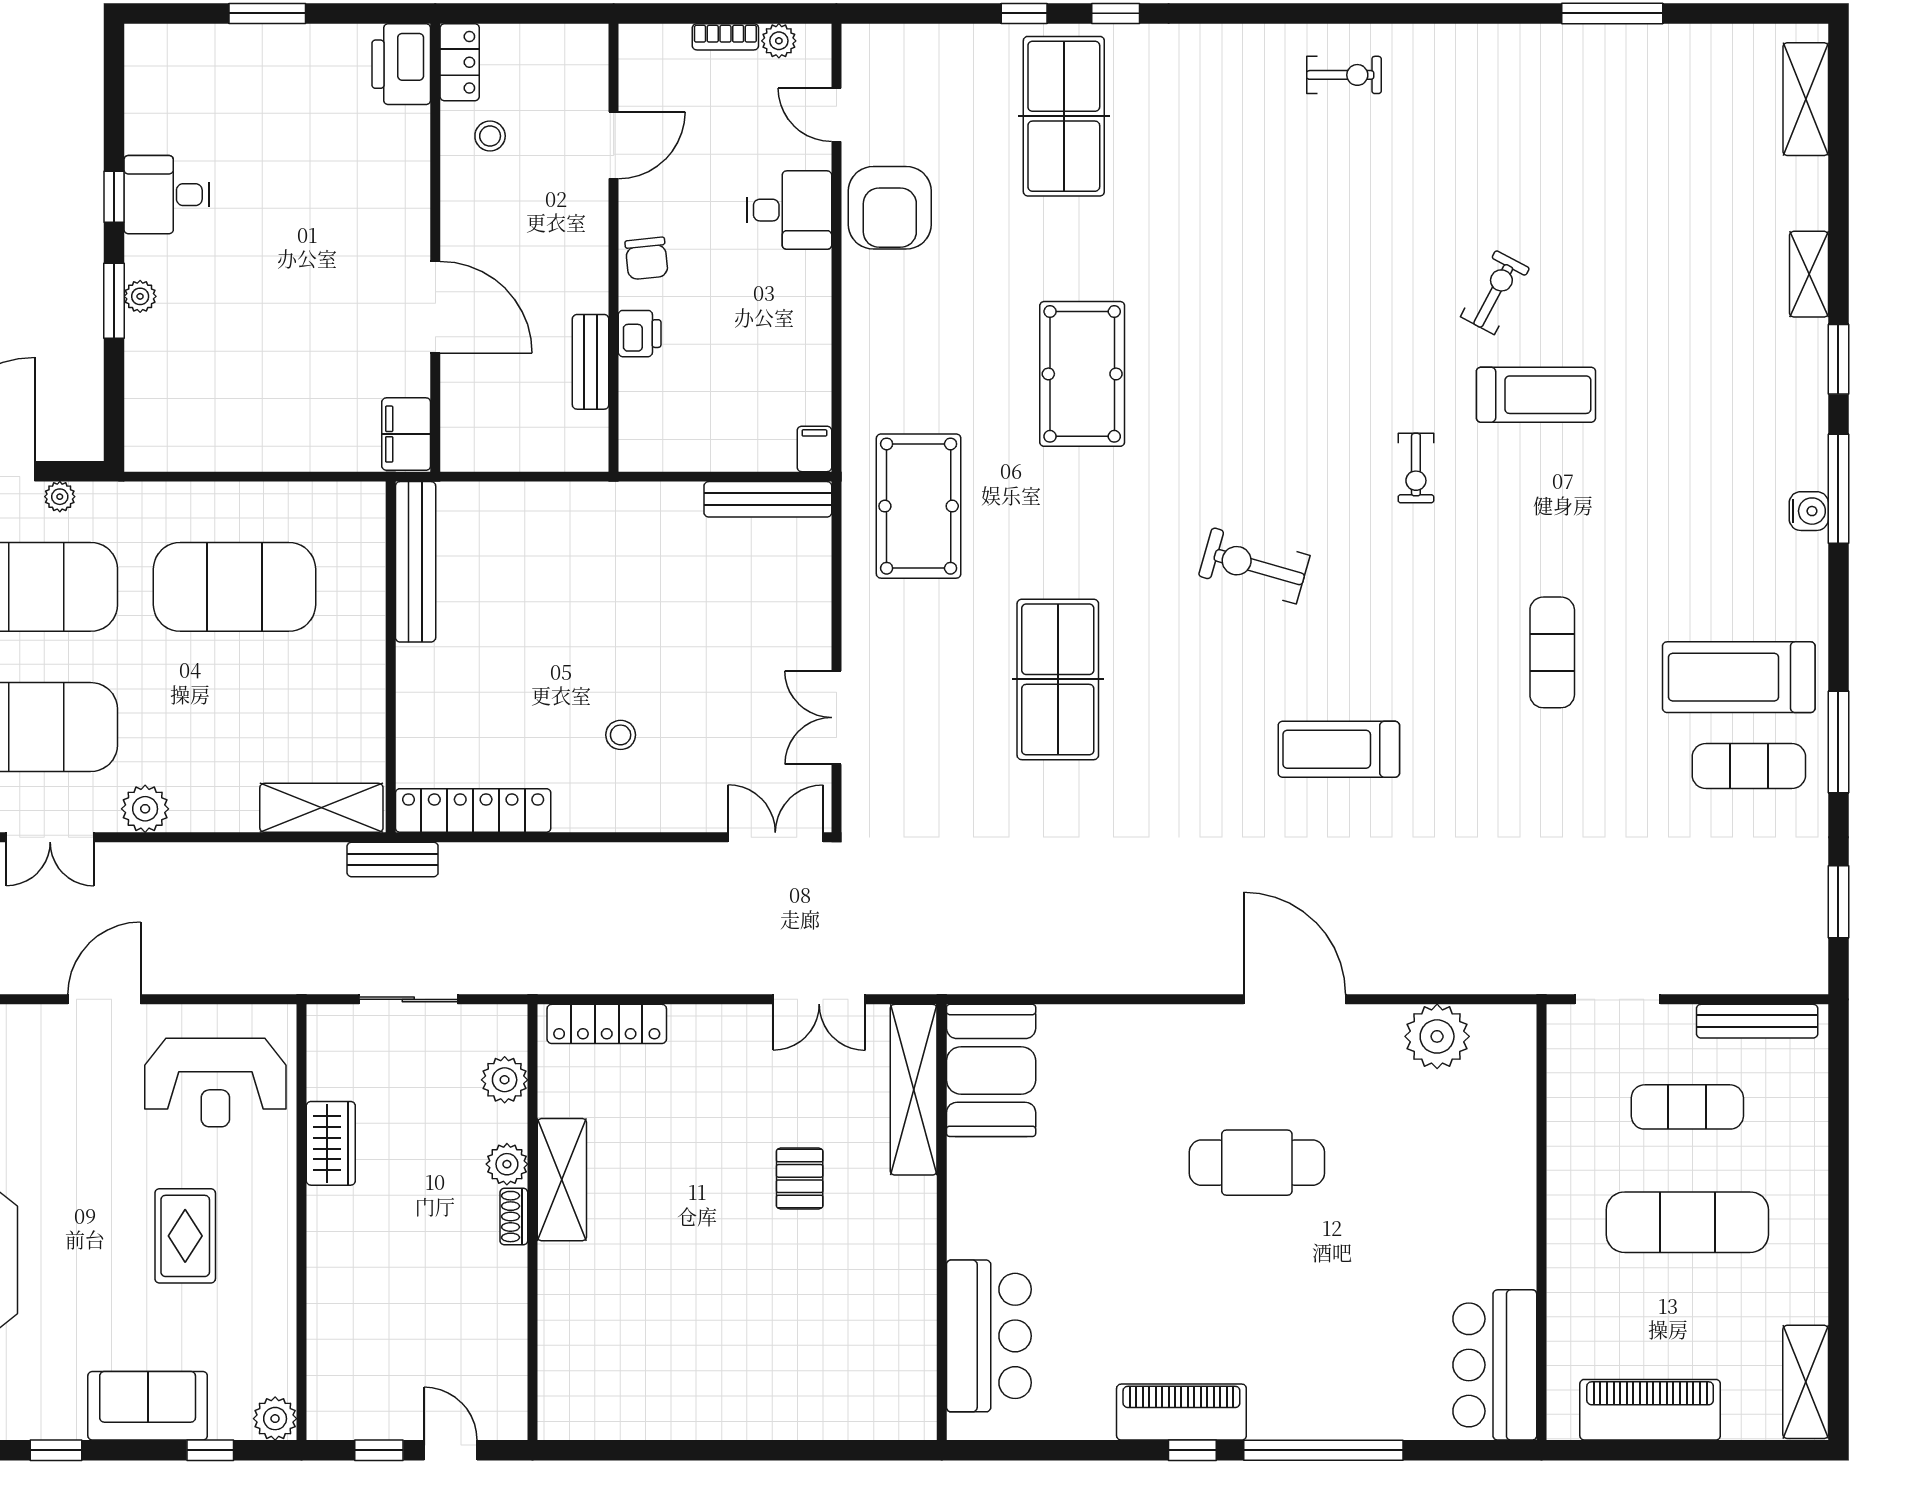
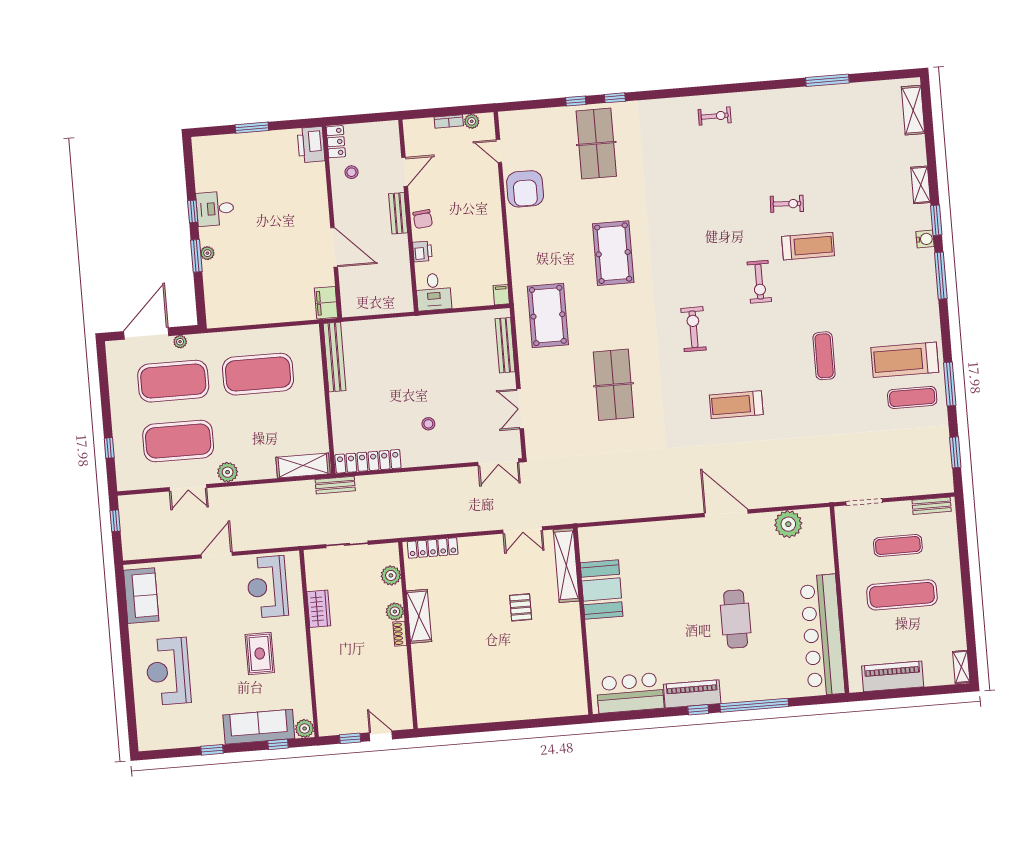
desk: (789, 210) -> (434, 292), moved, turned 90
exercise bike: (1495, 292) -> (787, 204), turned 65
bench: (591, 362) -> (398, 213), moved
exercise bike: (1416, 468) -> (759, 282), width x1.38, depth x1.39
bench: (768, 499) -> (505, 345), moved, turned 90
water cooler: (1809, 511) -> (925, 239), moved
exercise bike: (1254, 566) -> (694, 329), turned 74
double door: (775, 837) -> (498, 462), swing flipped
bench: (1757, 1021) -> (932, 506), width x0.73
booth: (991, 1070) -> (602, 589), moved
reception desk: (215, 1083) -> (267, 587), turned 90
cafe table: (1257, 1163) -> (736, 619), moved, turned 90
bar counter: (989, 1336) -> (630, 693), moved, turned -90
bar counter: (1495, 1365) -> (822, 635), width x1.86
shelving: (1806, 1382) -> (961, 667), width x0.67, depth x0.75
sofa: (148, 1406) -> (259, 727), width x1.36

